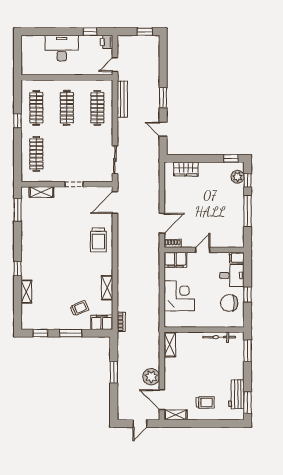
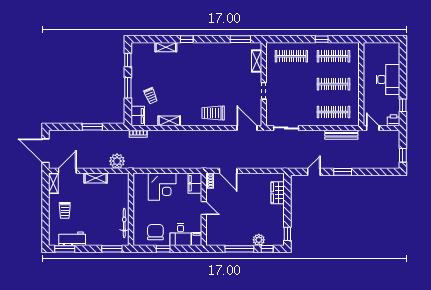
plant: (238, 177) -> (259, 240), moved
shelving: (170, 345) -> (96, 178), moved
plant: (151, 377) -> (117, 161), moved
door: (140, 424) -> (45, 151), width x1.88

